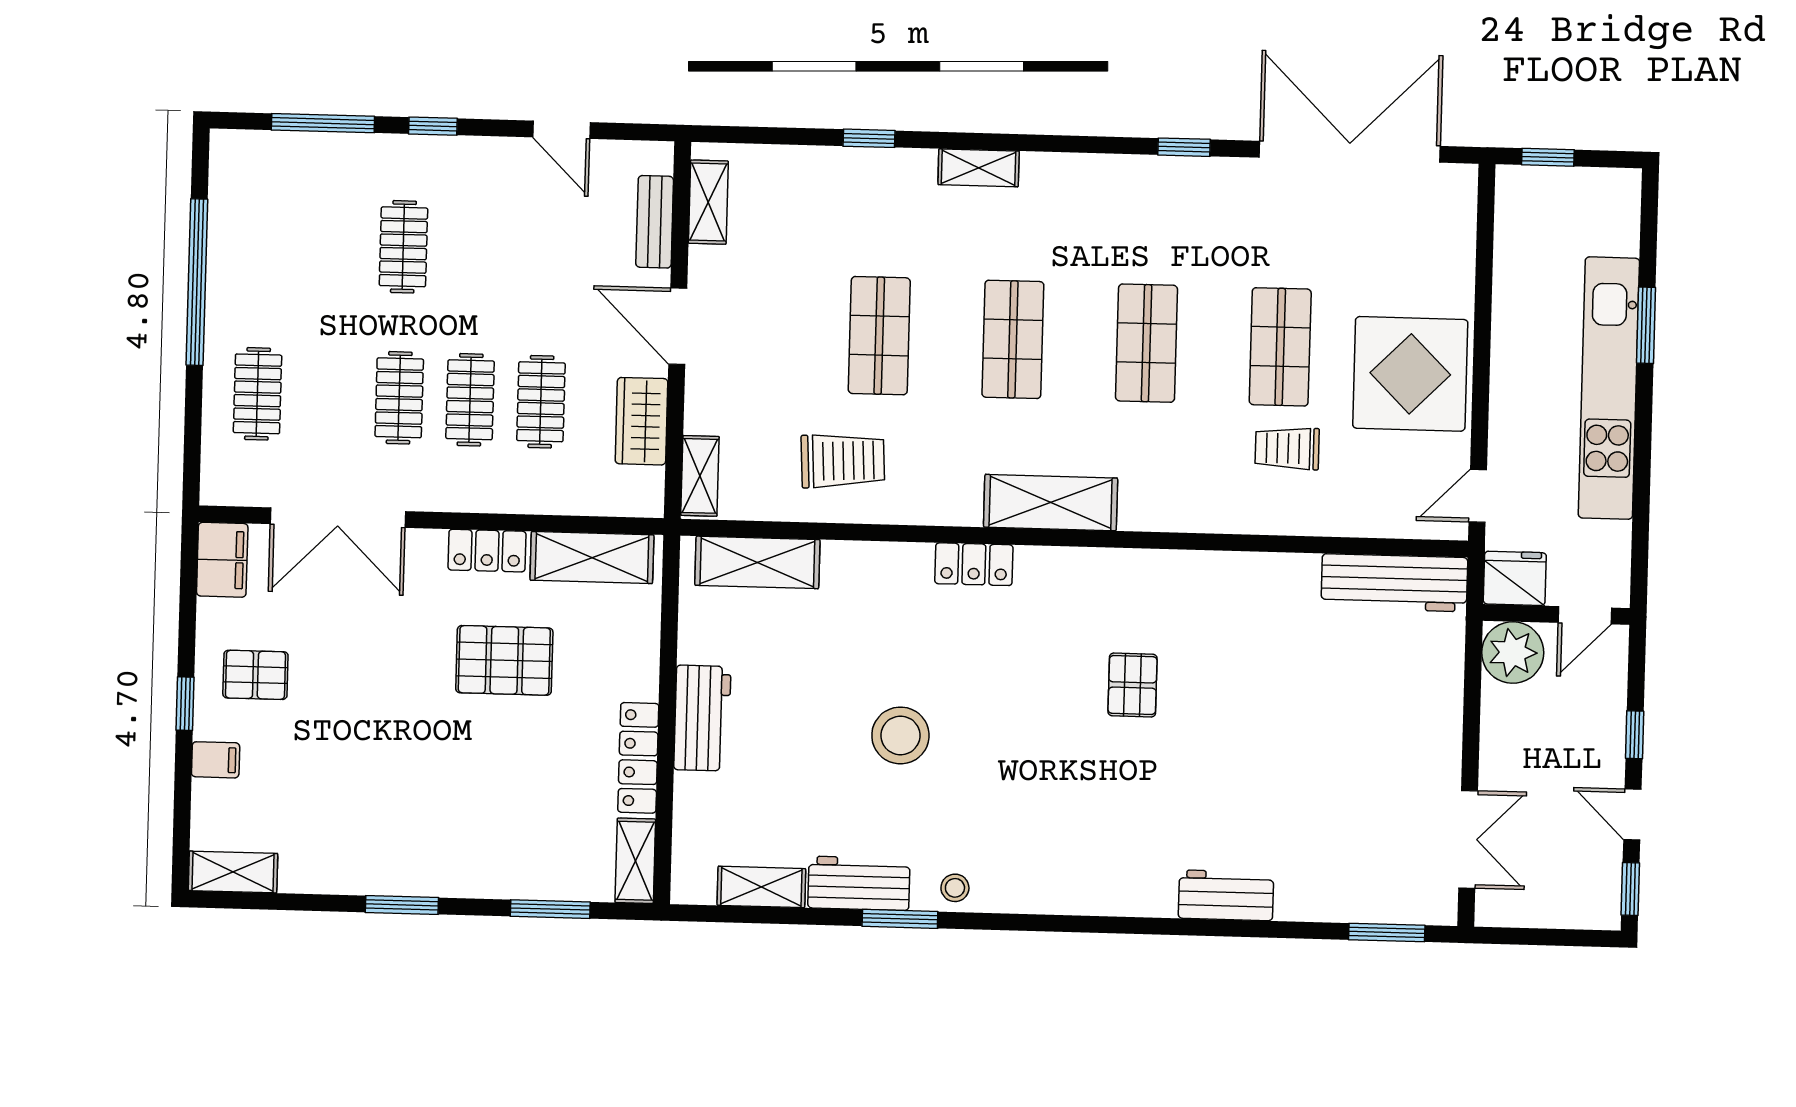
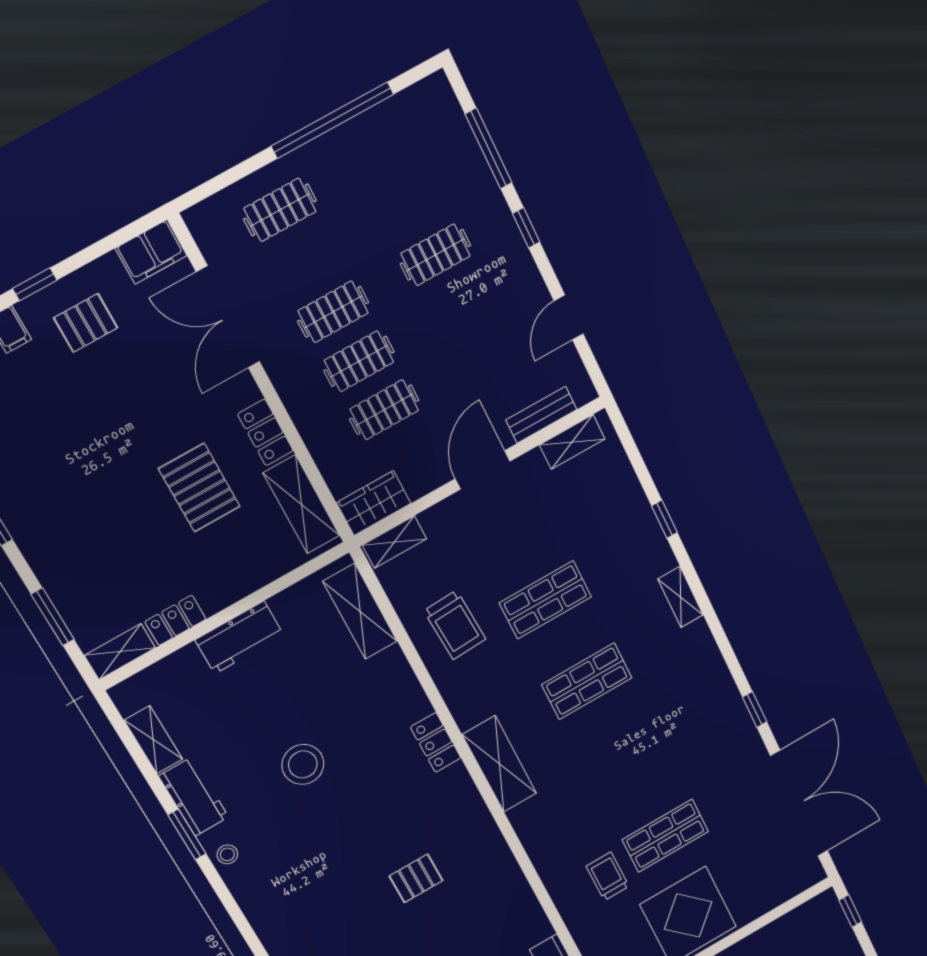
shop shelf: (1147, 343) -> (627, 760), removed
wardrobe: (642, 421) -> (374, 503), moved
pallet: (255, 675) -> (86, 323), turned 90
locker: (638, 758) -> (175, 620), width x0.66

